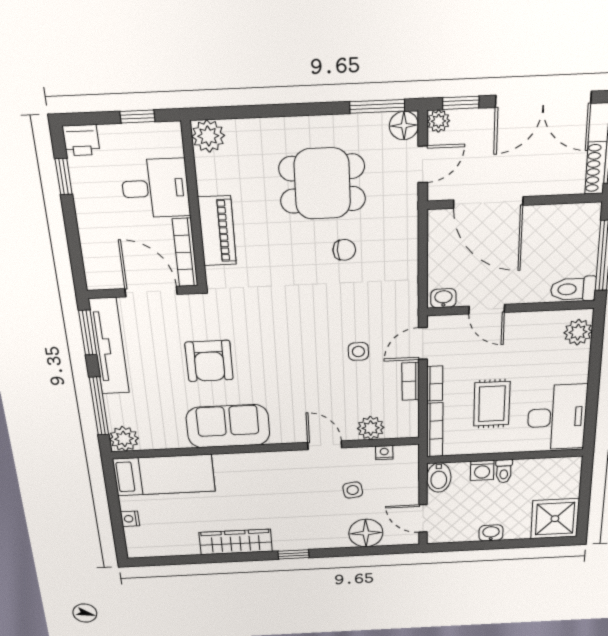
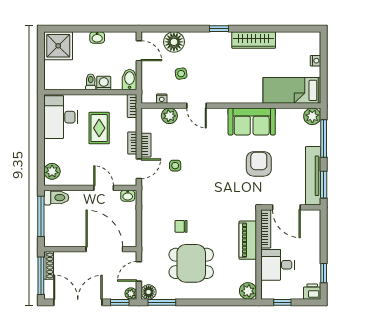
bookcase: (435, 430) -> (132, 106), width x0.64

